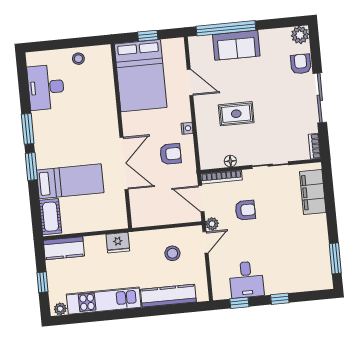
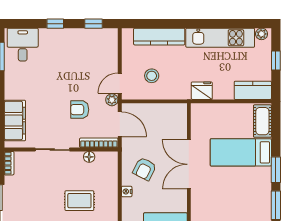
armchair: (170, 154) -> (145, 169), turned -63
desk: (246, 280) -> (23, 45), moved

